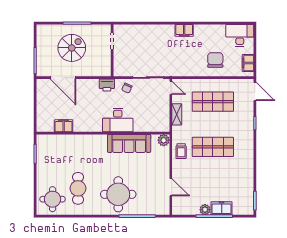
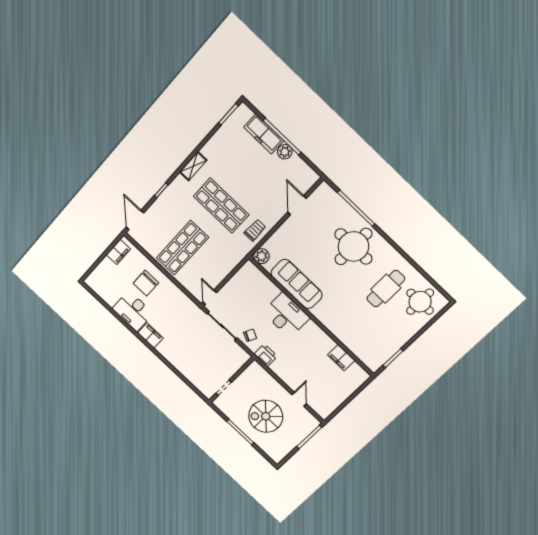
desk: (240, 35) -> (133, 311), moved
door: (63, 78) -> (299, 399), width x0.53
shop shelf: (213, 102) -> (182, 248), turned 90
shelving: (177, 114) -> (193, 166), moved
freezer: (222, 208) -> (264, 134), width x1.40

